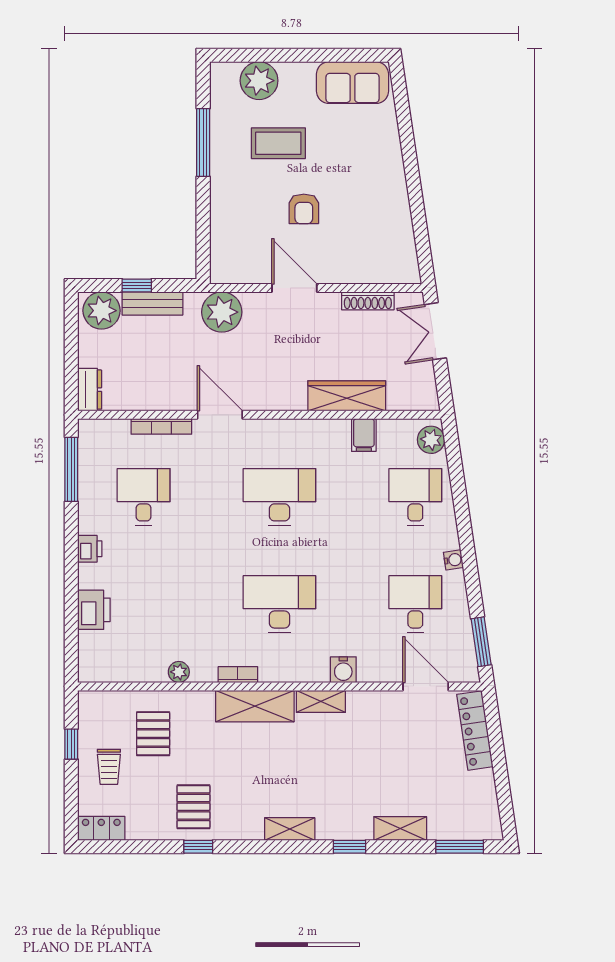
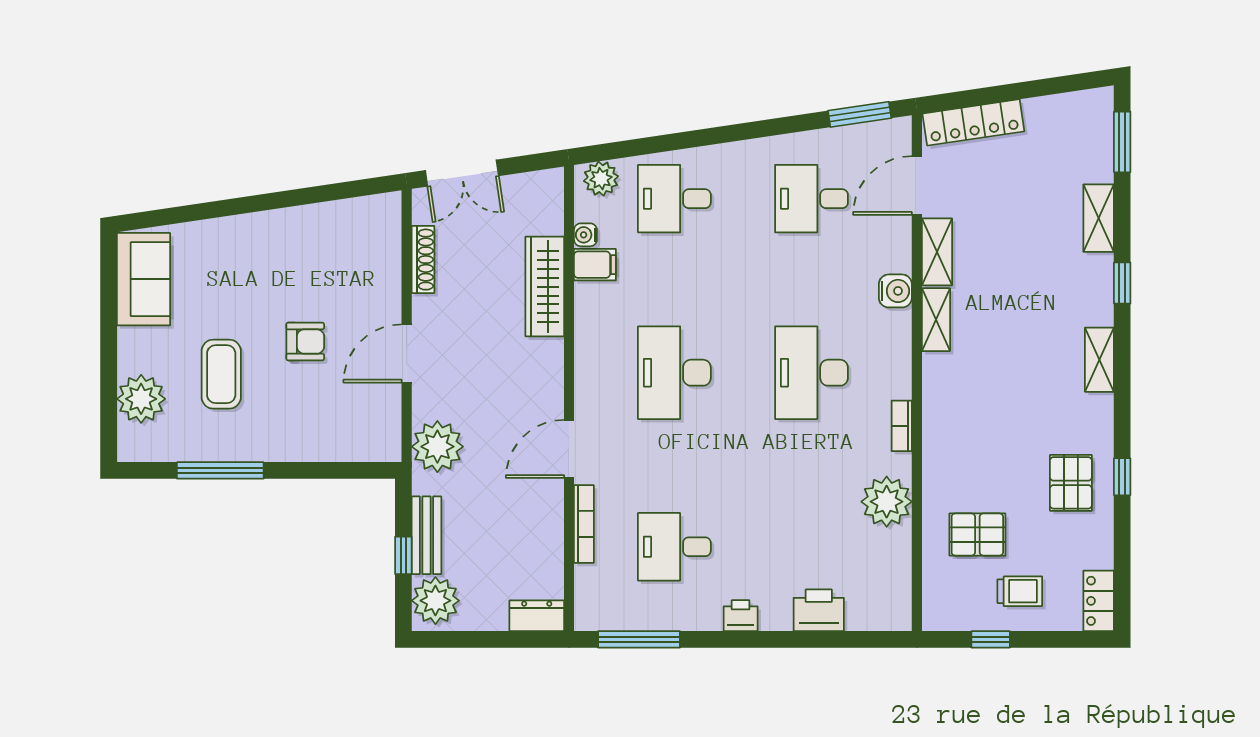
water cooler: (453, 560) -> (585, 235), moved, turned -82
plant: (179, 672) -> (887, 502), width x1.88, depth x1.88
shelving: (255, 706) -> (937, 252), moved, width x0.67, depth x0.75
pallet: (193, 807) -> (1071, 483), turned 90

